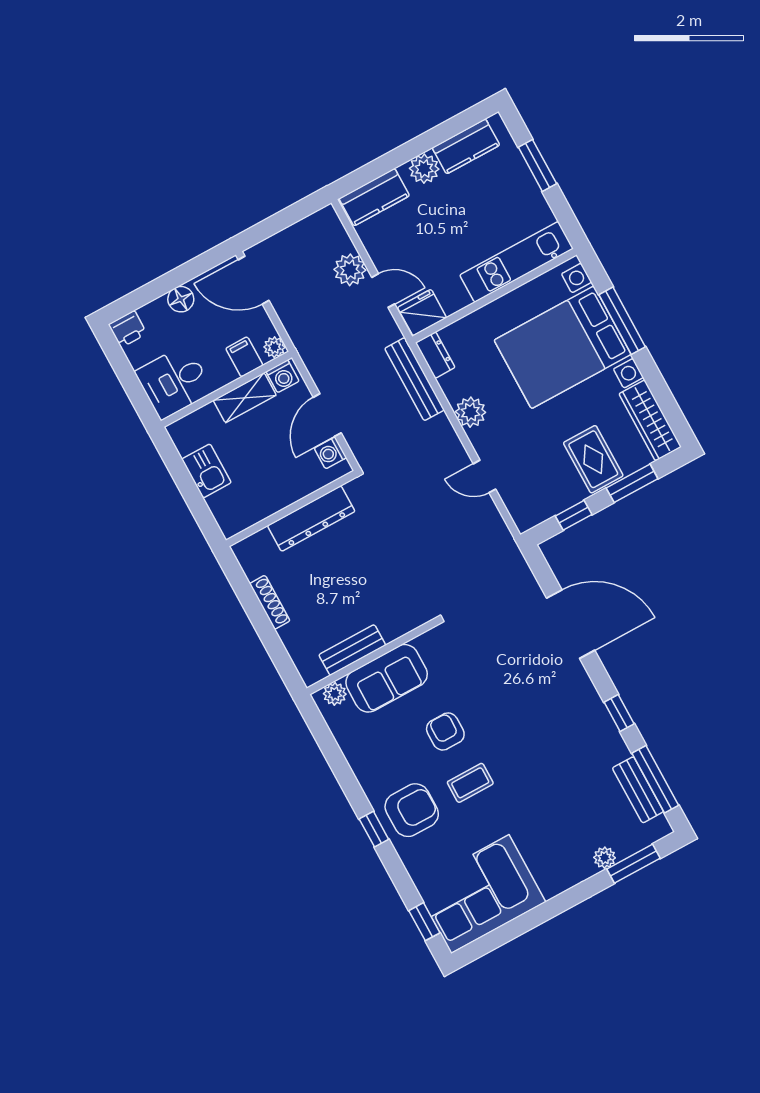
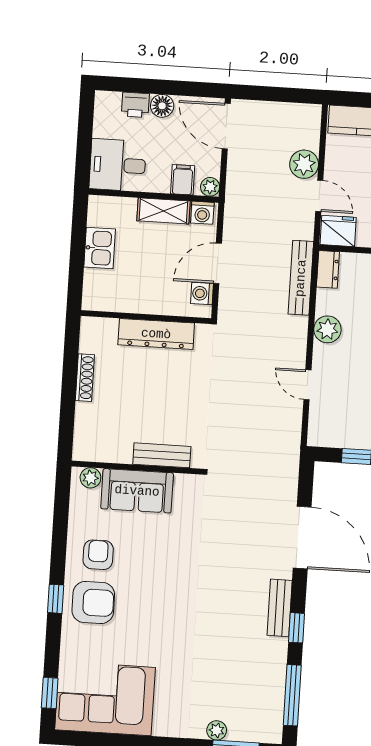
printer: (128, 329) -> (135, 105), moved
bench: (352, 650) -> (162, 455), moved
armchair: (445, 731) -> (98, 555), moved
coffee table: (470, 783) -> (151, 610), removed
bench: (638, 790) -> (280, 608), moved

